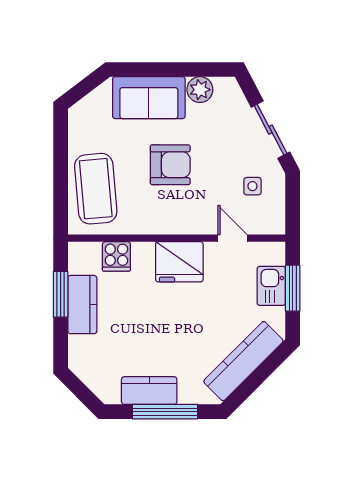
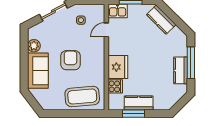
fridge: (179, 262) -> (118, 67), moved
kitchen sink: (271, 286) -> (118, 11), moved
kitchen counter: (243, 361) -> (161, 20), width x0.67

